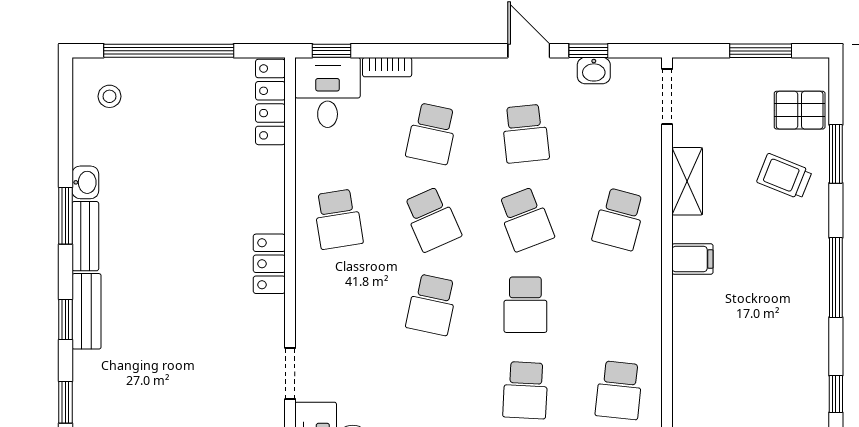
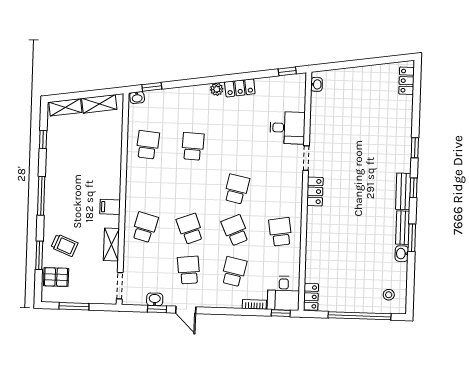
locker: (270, 102) -> (311, 297), width x0.66
locker: (269, 264) -> (315, 191), moved
school desk: (525, 305) -> (191, 188), removed

